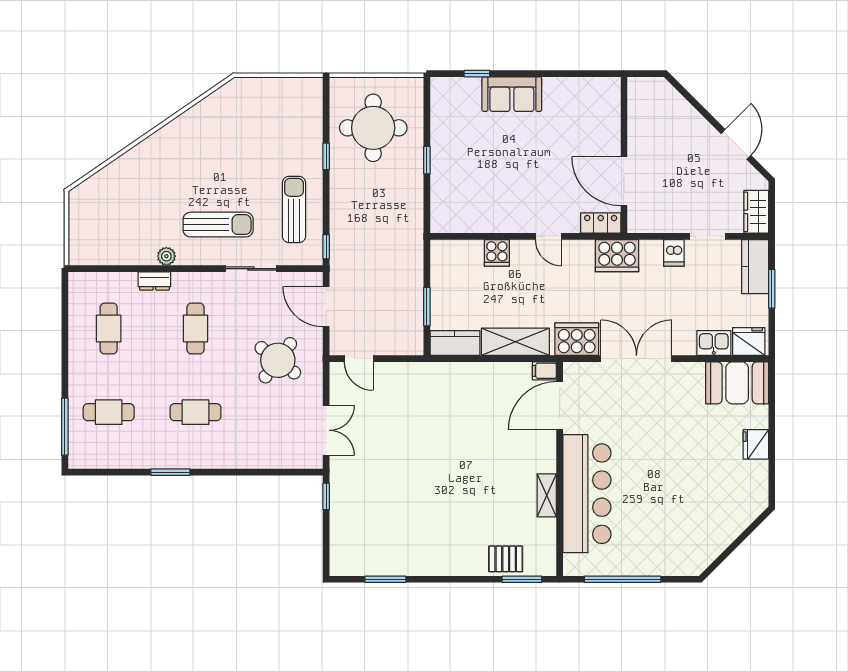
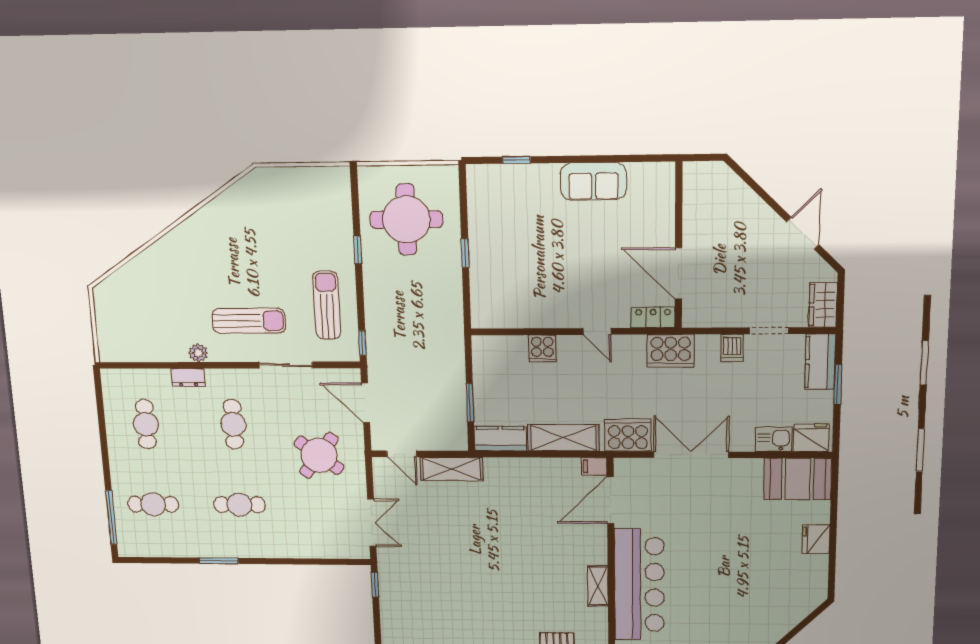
sofa: (512, 94) -> (594, 181), moved
shelving: (407, 374) -> (452, 469), added

